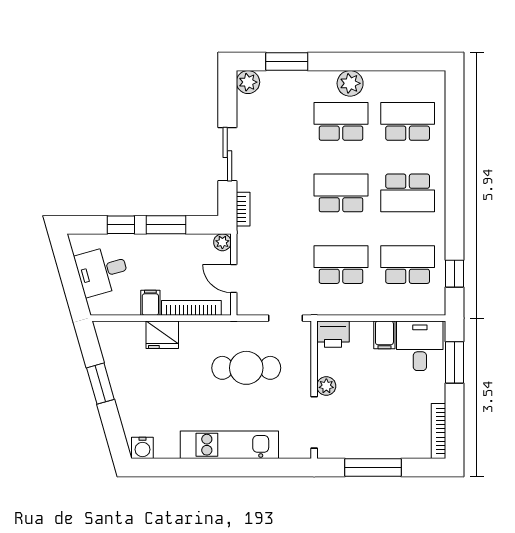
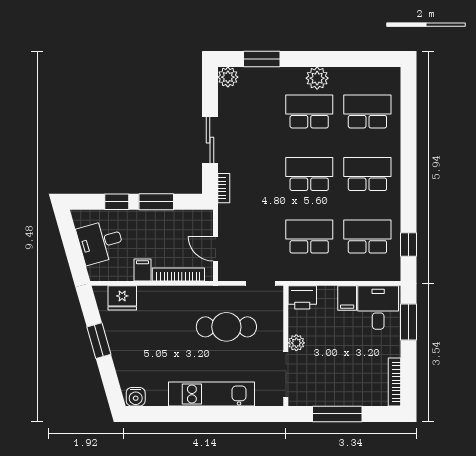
school desk: (408, 193) -> (367, 174), turned 180
plant: (222, 242) -> (206, 217), removed
fridge: (162, 335) -> (122, 298), moved

